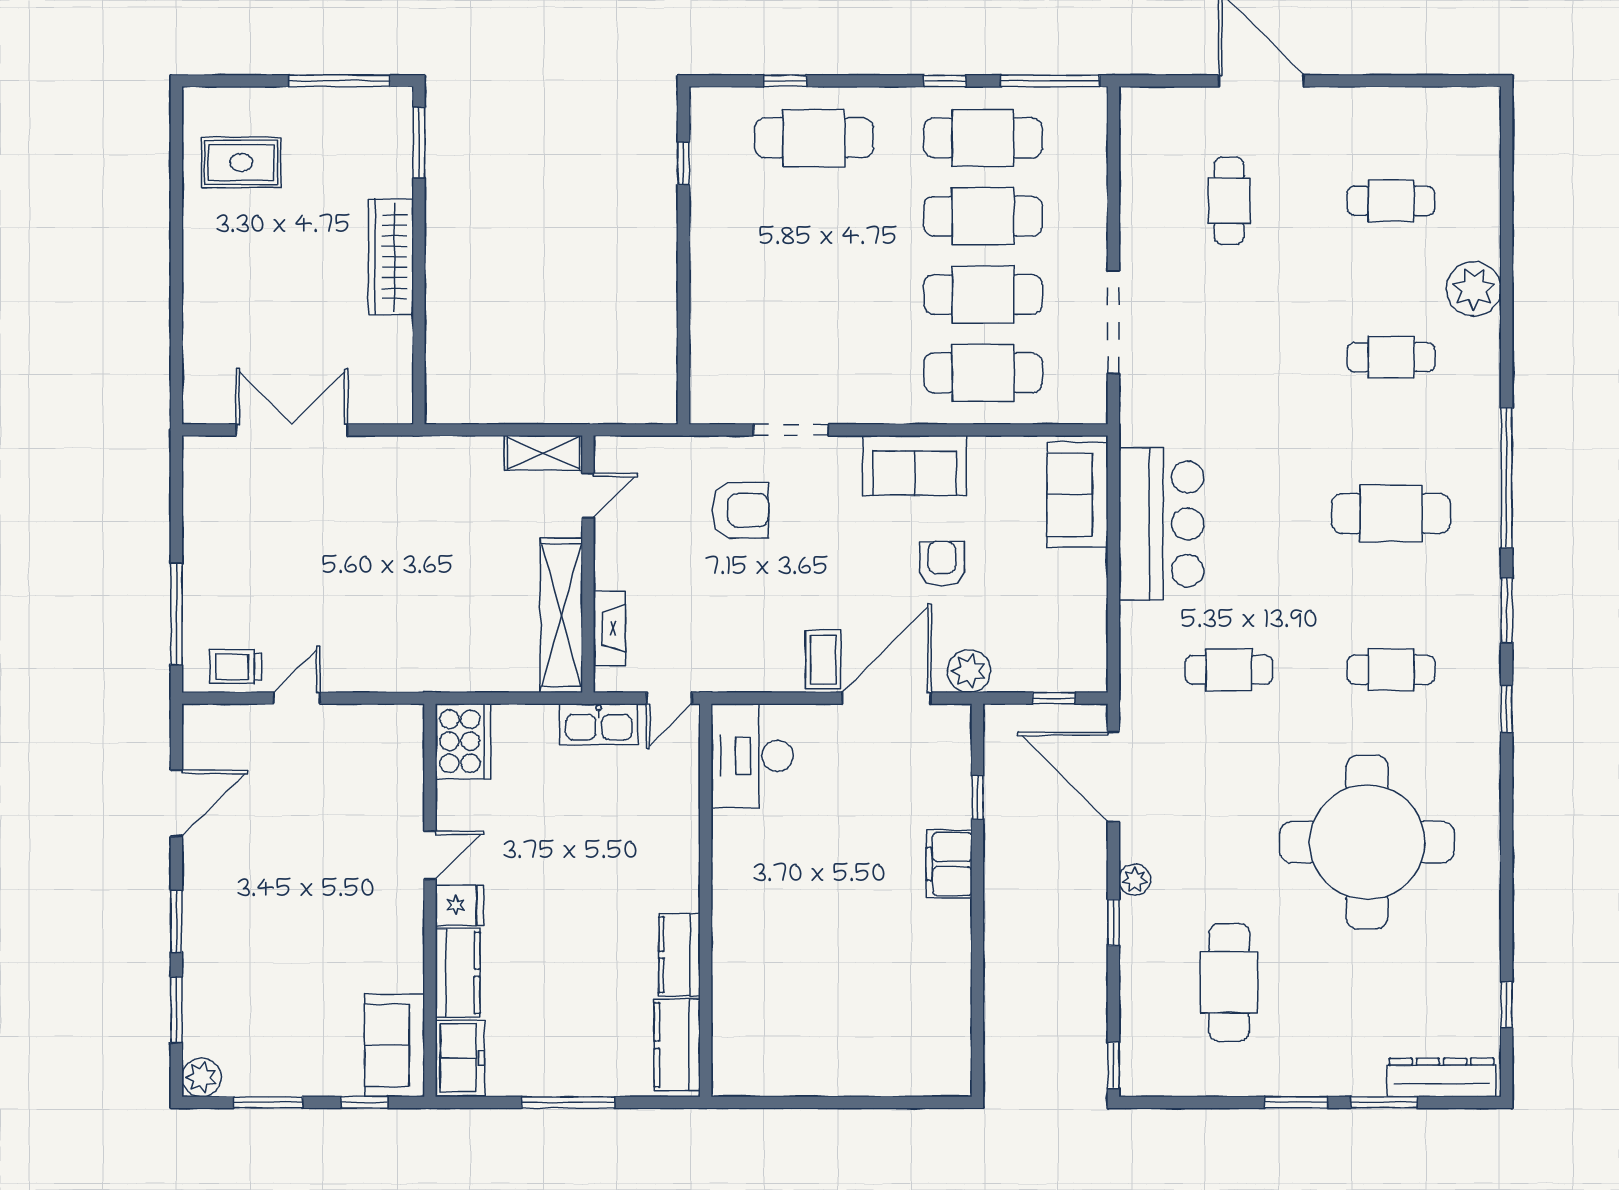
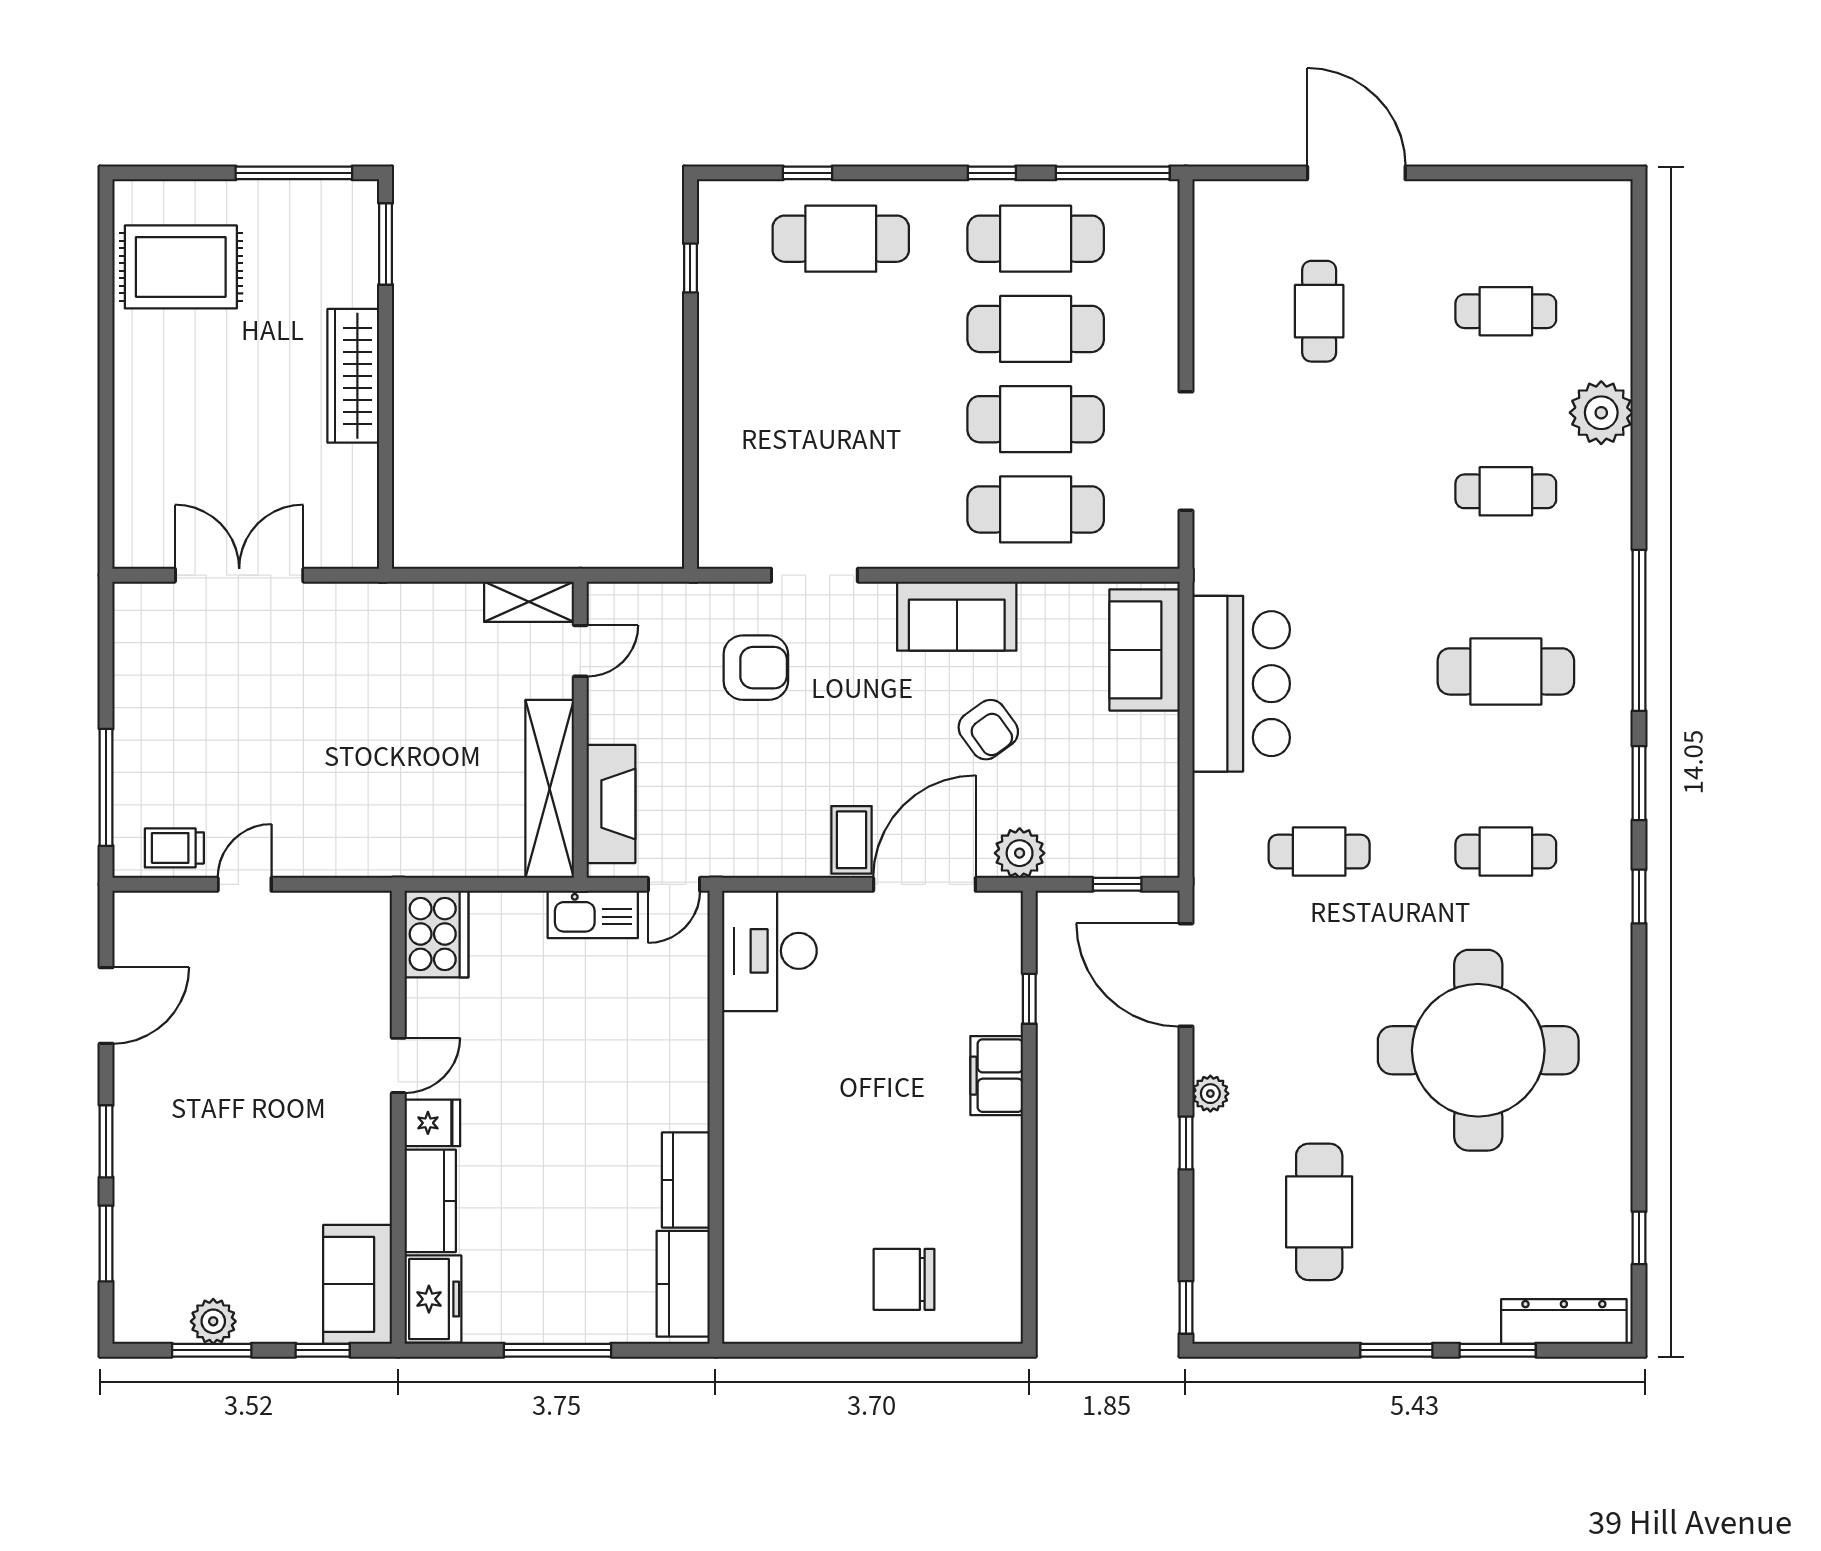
rug: (241, 162) -> (181, 267), width x1.36, depth x1.43
armchair: (942, 564) -> (988, 730), turned 144
fireplace: (609, 628) -> (611, 804), width x1.37, depth x1.32
chair: (869, 1041) -> (904, 1279), added
plant: (201, 1077) -> (213, 1321), moved

